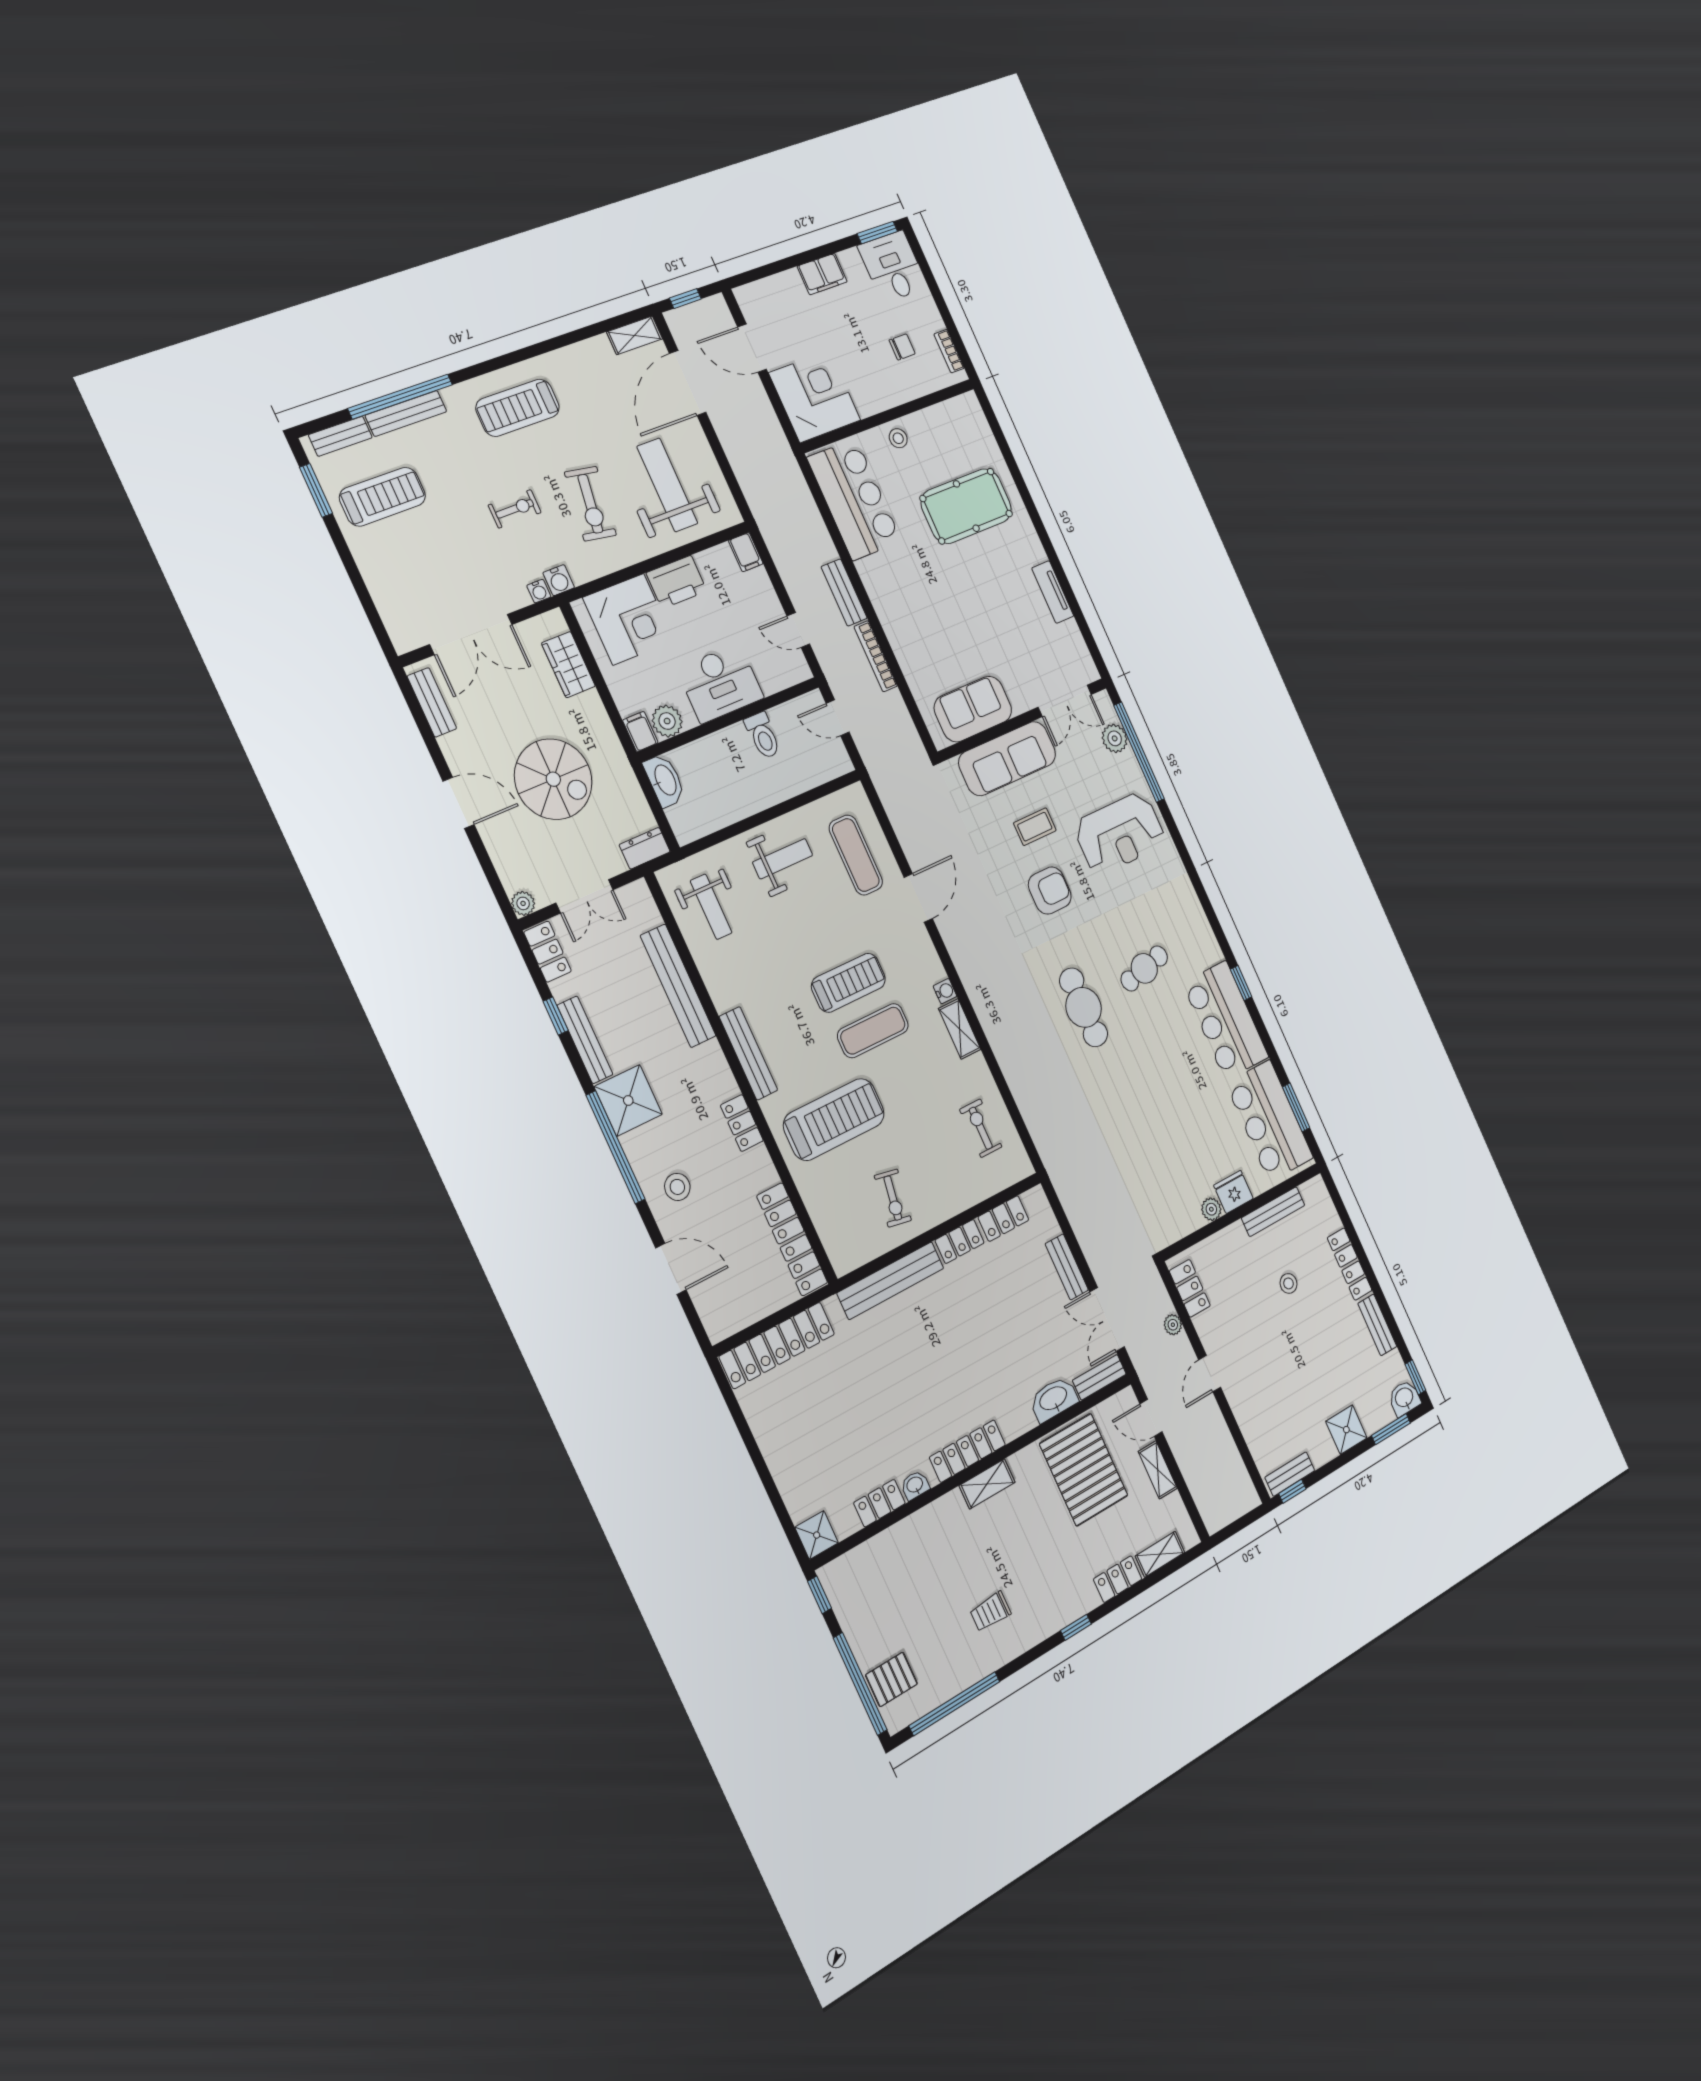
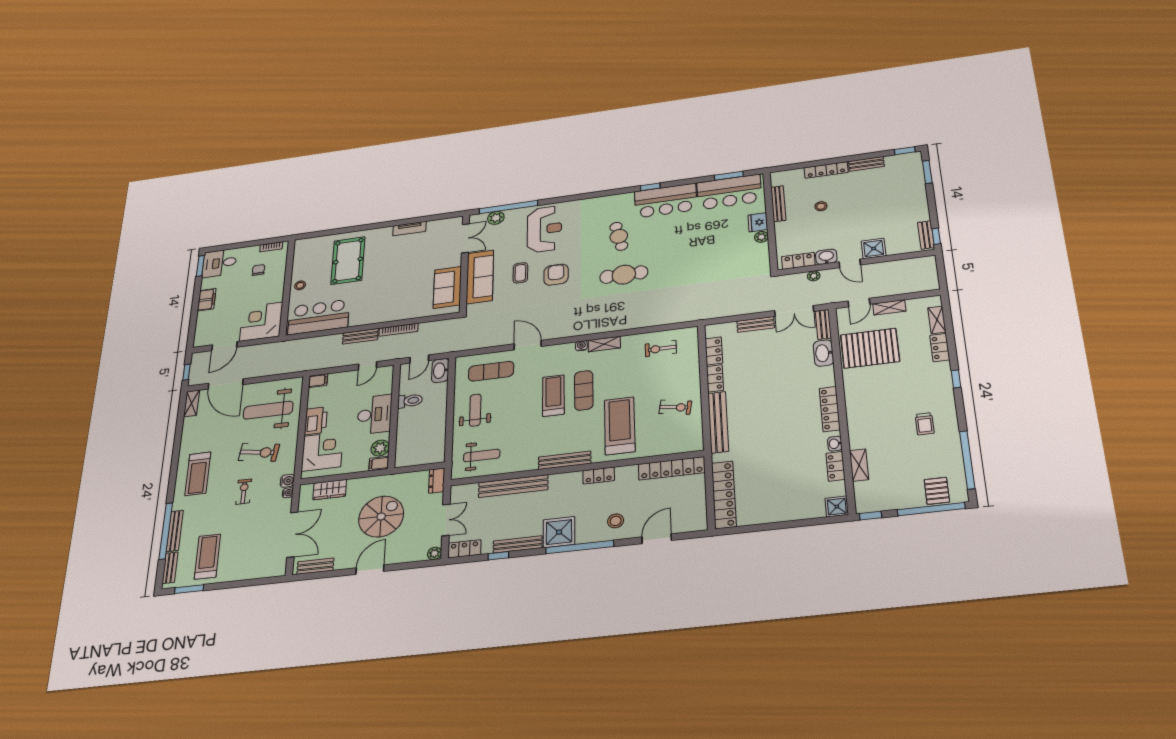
washbasin: (665, 780) -> (440, 371), moved, turned -90
washbasin: (1404, 1398) -> (826, 257), moved, turned 90
shower: (1346, 1430) -> (874, 248), moved
shelving: (987, 1484) -> (859, 465), moved

